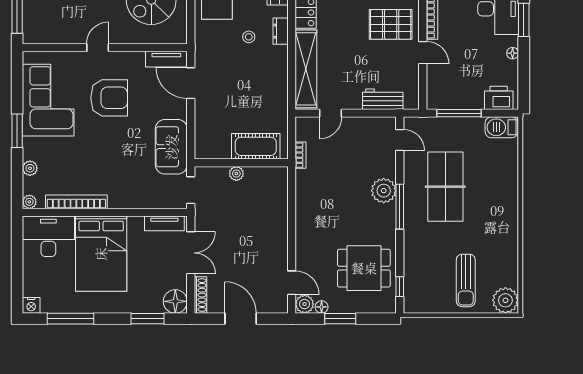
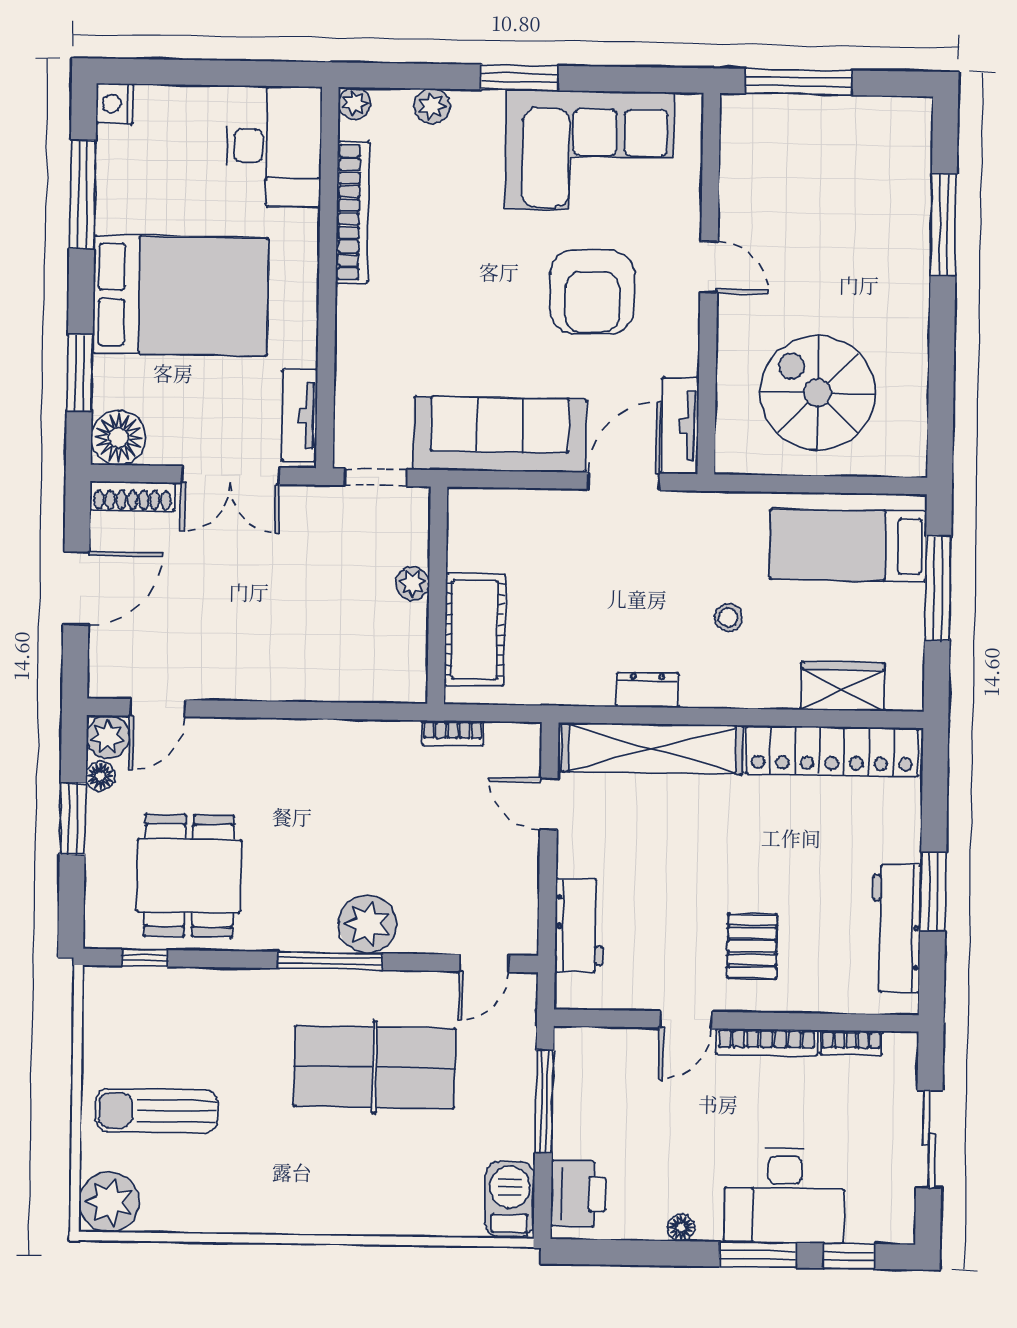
pallet: (391, 24) -> (752, 946), width x0.67, depth x0.71
dresser: (281, 31) -> (647, 690), moved
sofa: (171, 147) -> (500, 434), width x1.36
bed: (101, 254) -> (181, 295), moved, turned 180

